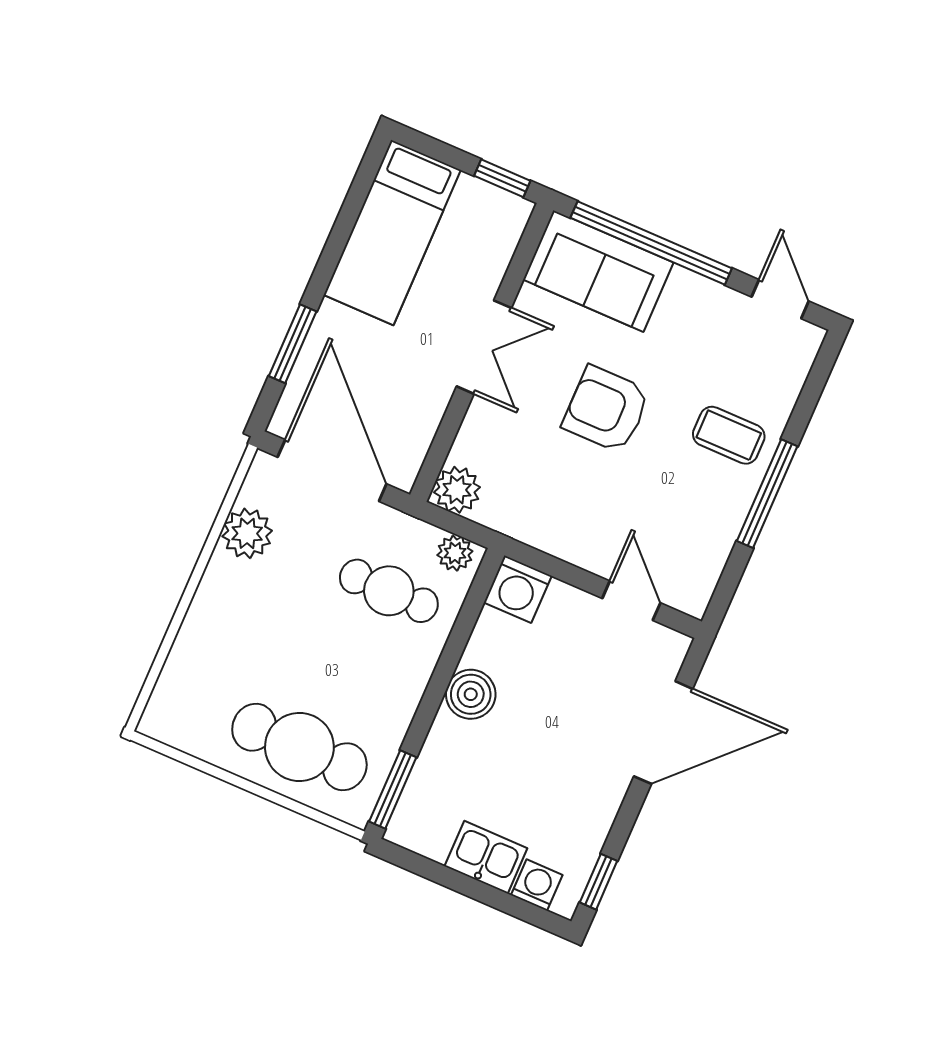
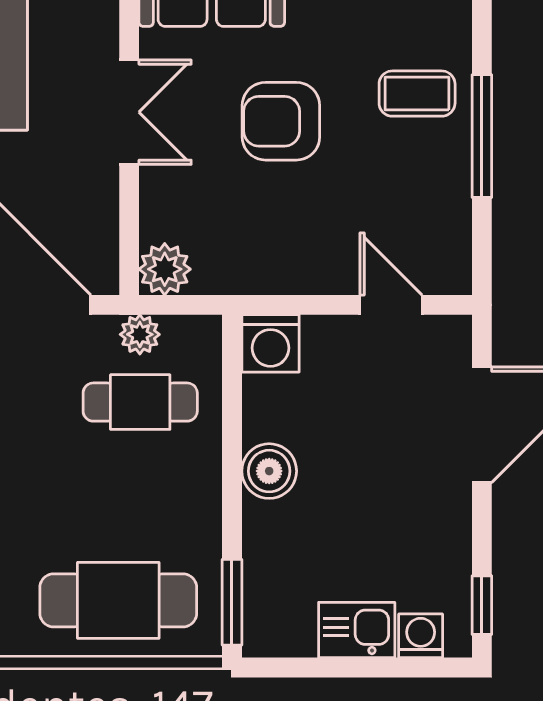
plant: (455, 553) -> (140, 334), moved

